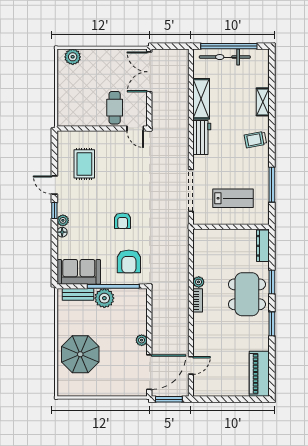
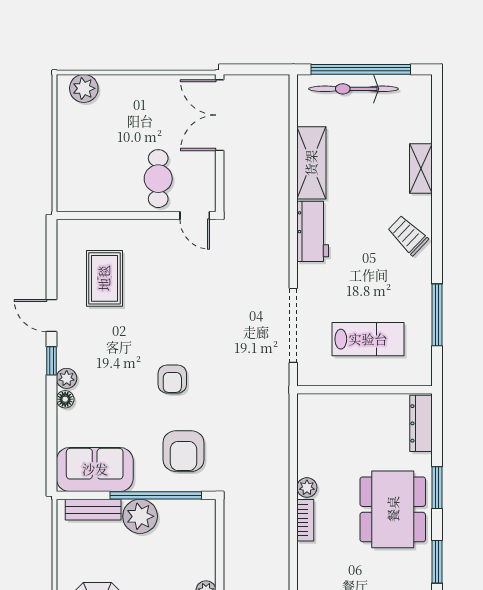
trolley: (255, 140) -> (408, 235), turned 55

